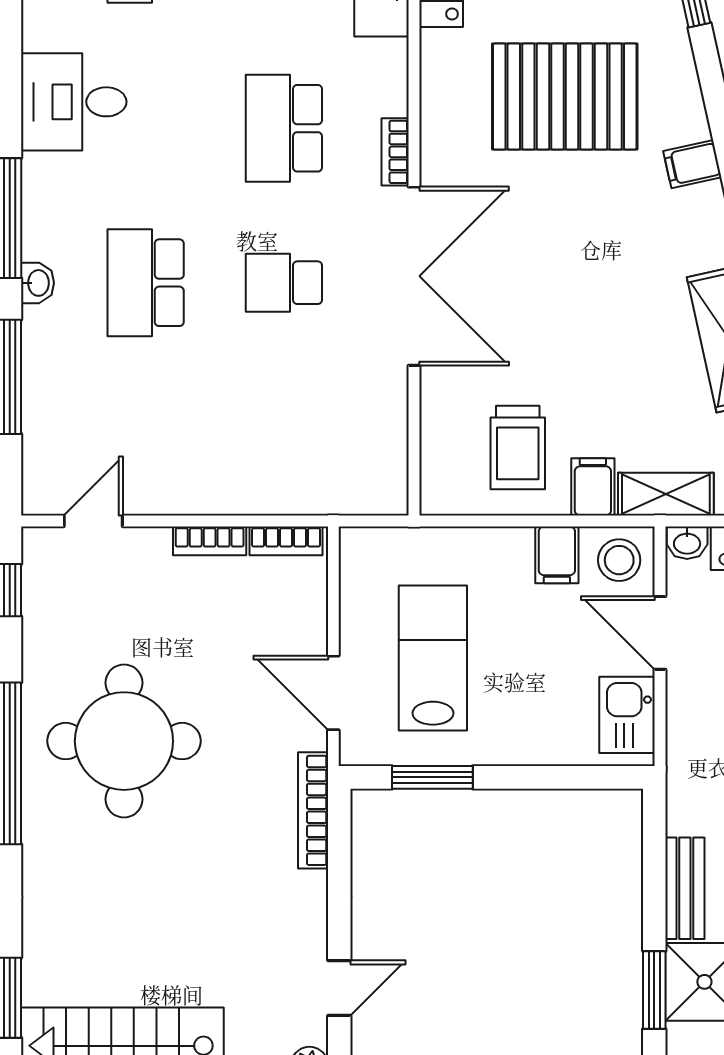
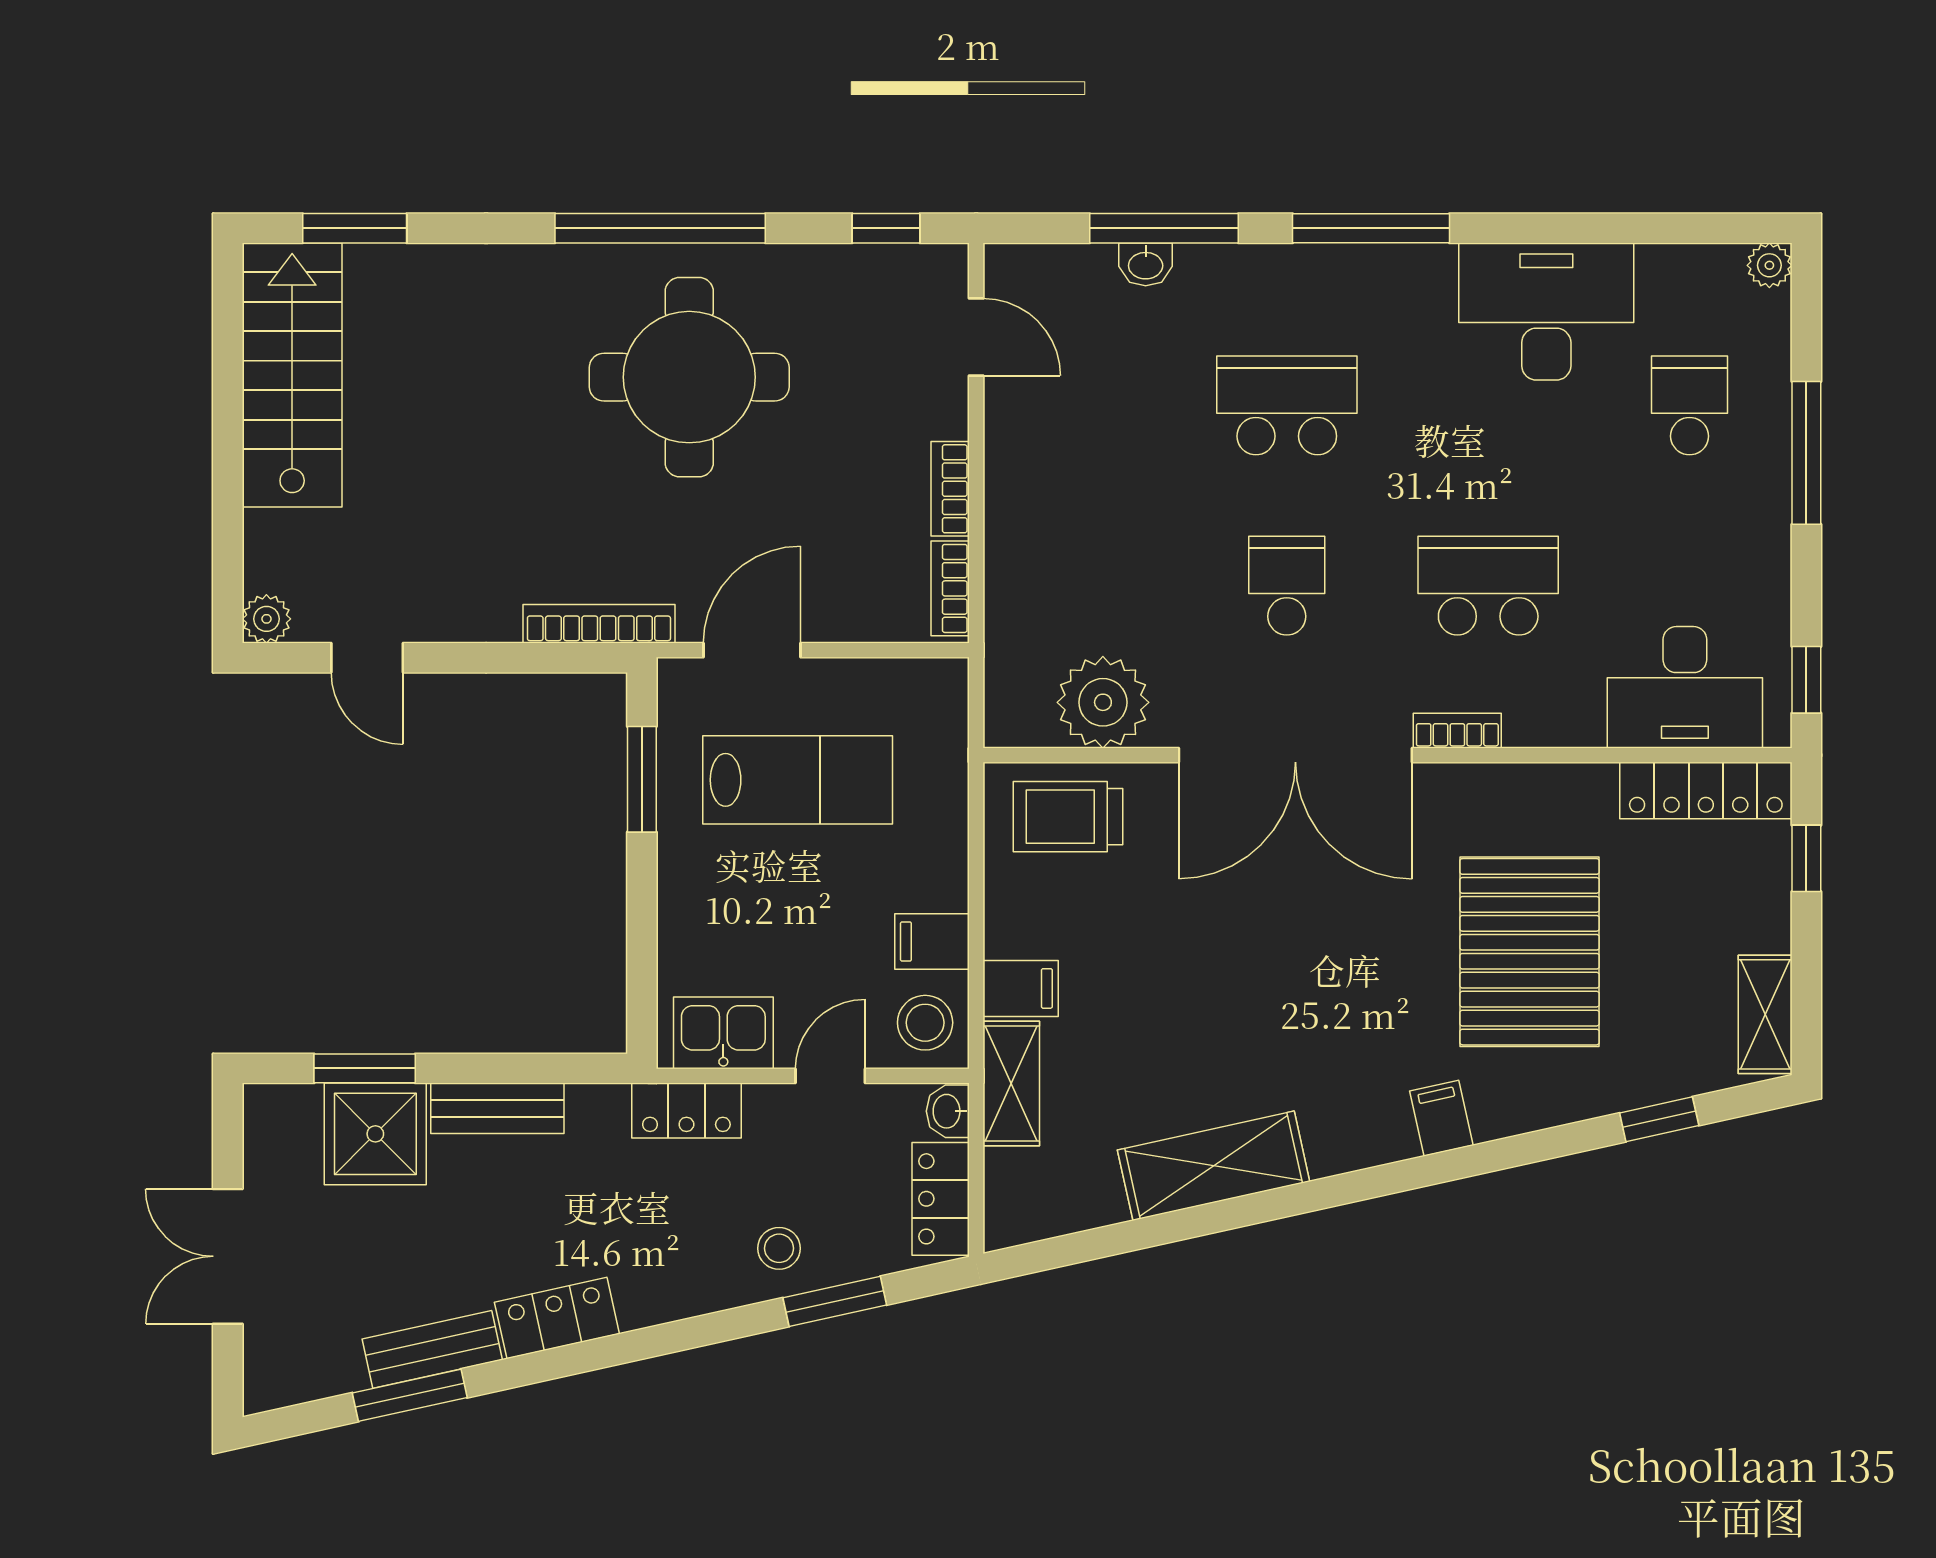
desk: (74, 102) -> (1546, 312), width x1.37
washbasin: (38, 283) -> (1146, 264), moved
plant: (373, 424) -> (1103, 702), added
trolley: (518, 448) -> (1068, 817), moved
door: (660, 633) -> (830, 1076), width x0.73
locker: (687, 743) -> (686, 1111), added

